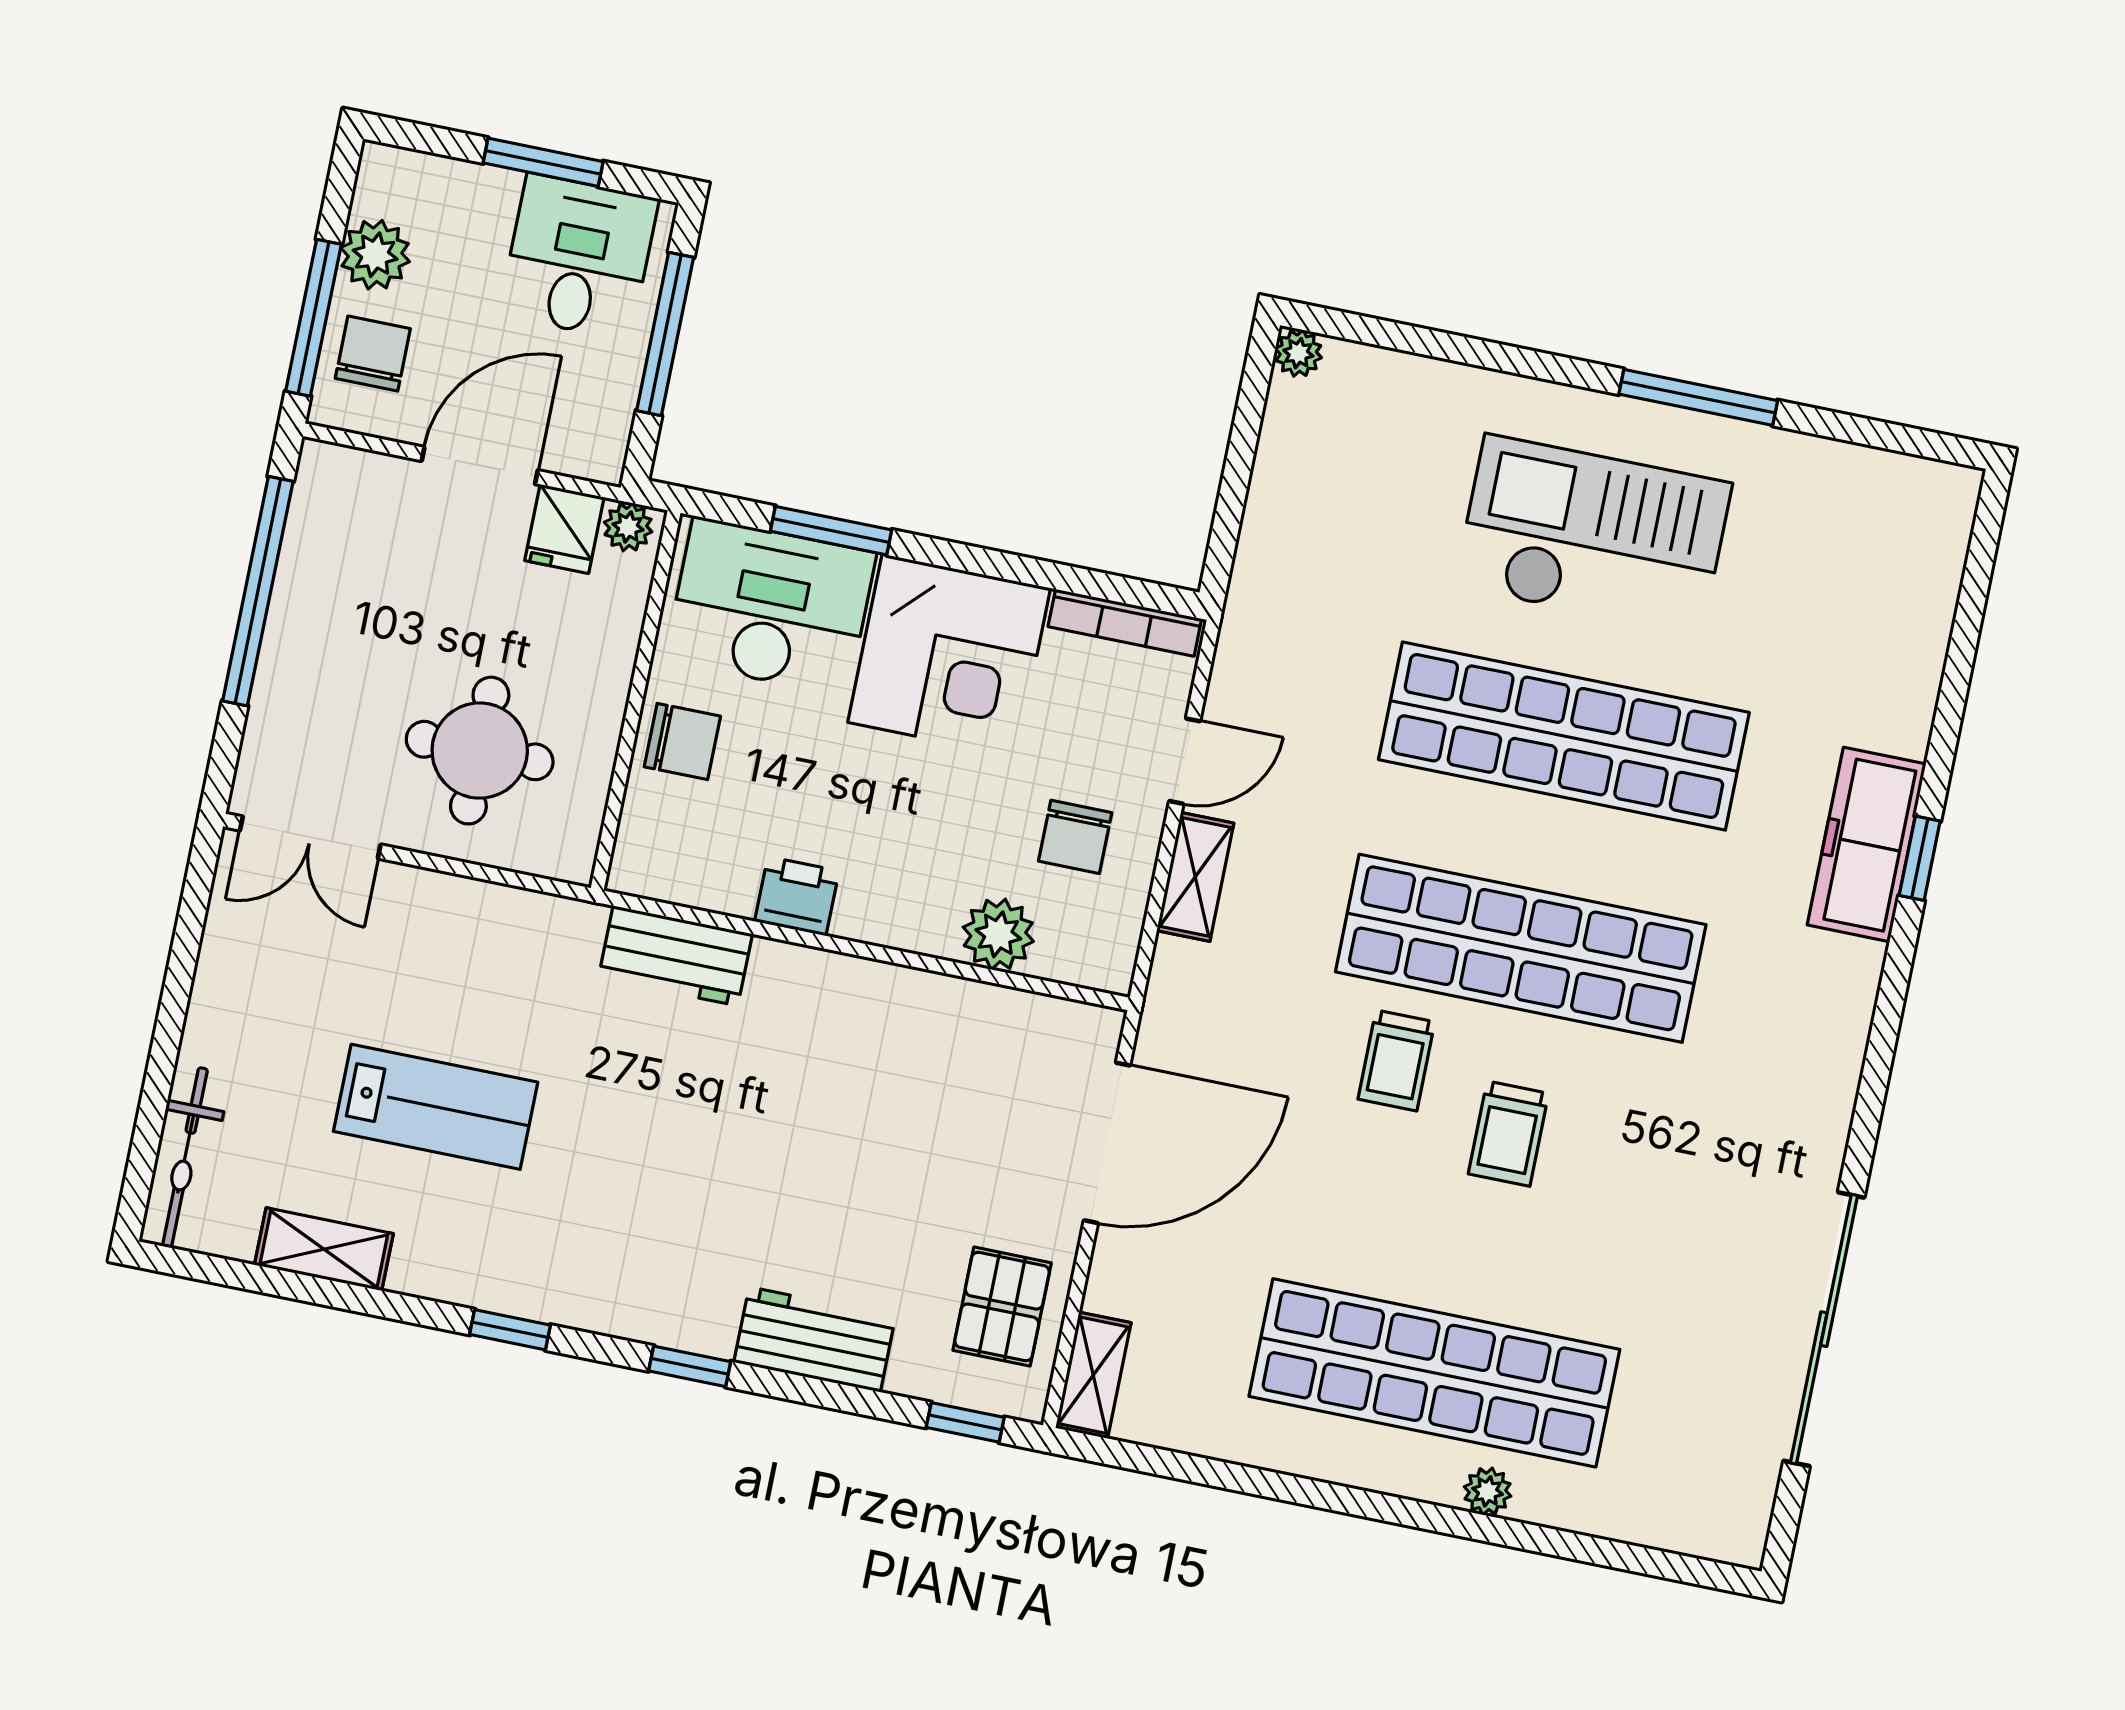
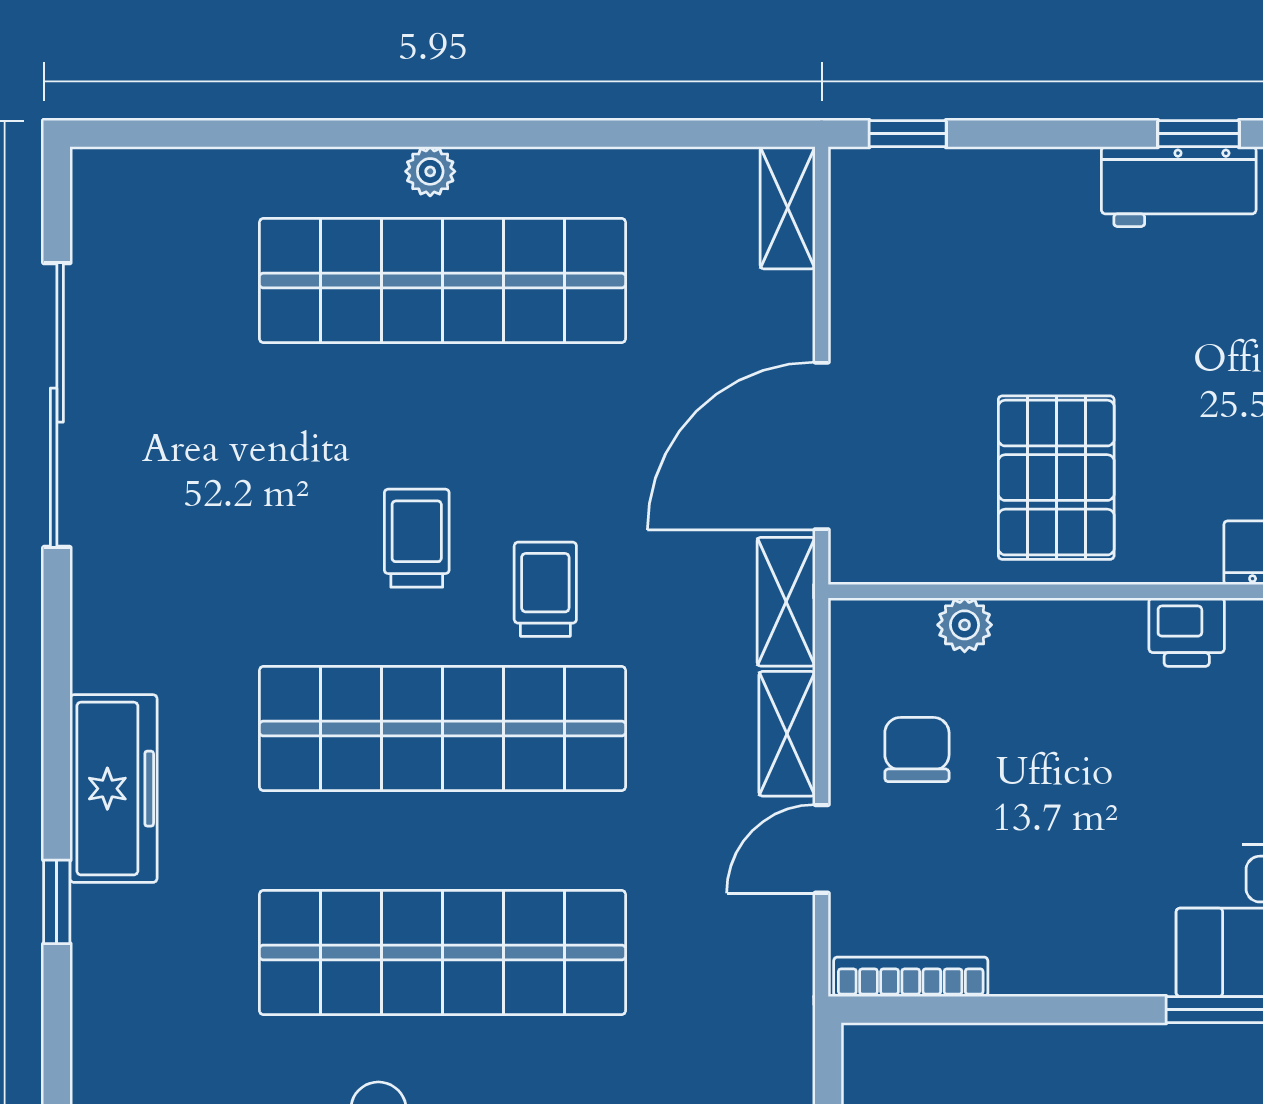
corner desk: (949, 655) -> (1082, 908), removed
freezer: (1867, 844) -> (113, 789), moved
plant: (998, 934) -> (965, 625), width x0.73, depth x0.73
shelving: (1171, 1002) -> (786, 602), added
pallet: (1002, 1307) -> (1056, 478), moved, width x1.50, depth x1.42
workbench: (815, 1339) -> (1179, 187), moved
plant: (1488, 1491) -> (430, 171), moved

